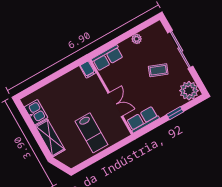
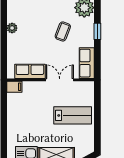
row of seats: (107, 58) -> (30, 71), moved, turned -90
coffee table: (158, 70) -> (63, 31), moved

